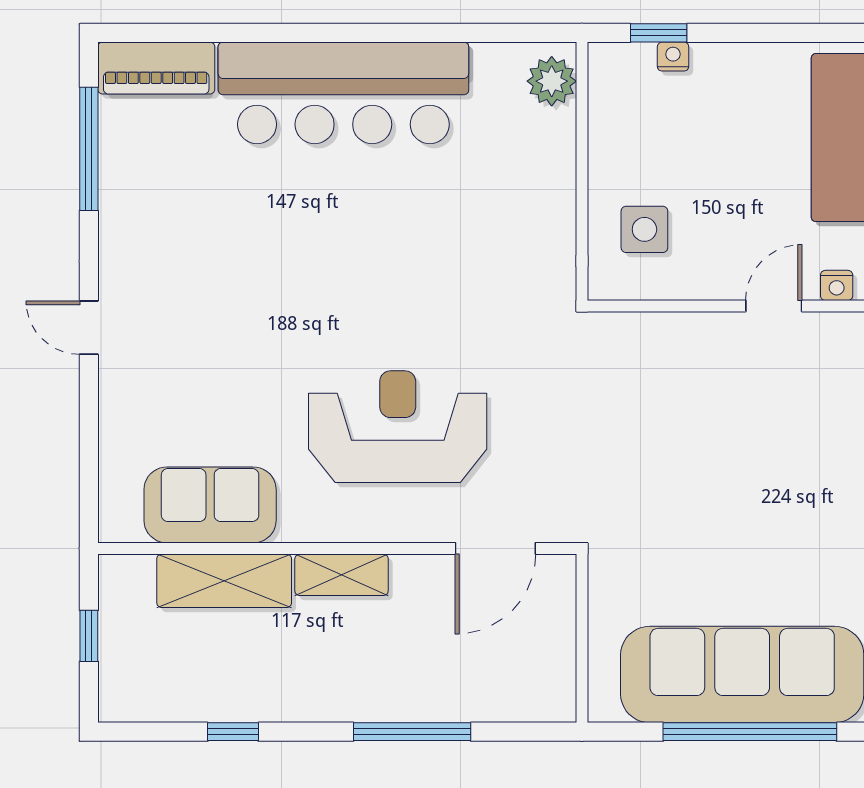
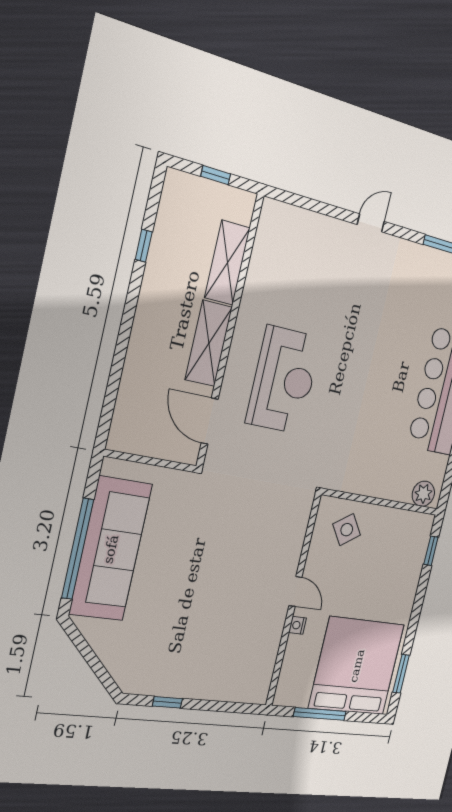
nightstand: (673, 57) -> (419, 556), removed
side table: (644, 229) -> (347, 530), turned -34
sofa: (210, 505) -> (269, 265), removed
shelving: (342, 575) -> (209, 343), width x1.50, depth x1.33
window: (412, 732) -> (120, 352), removed

